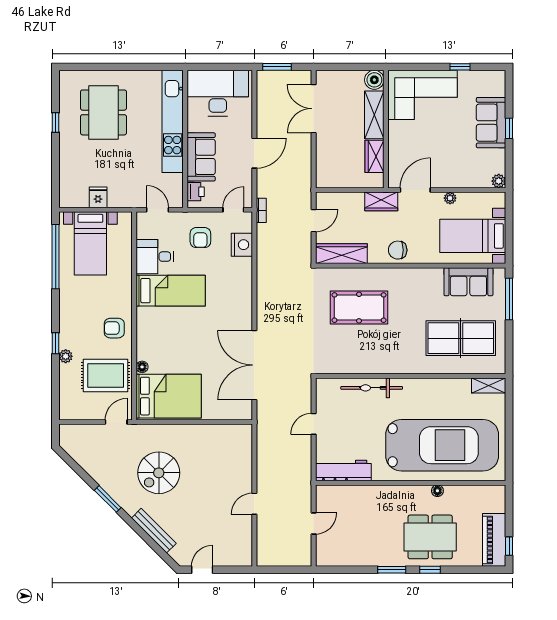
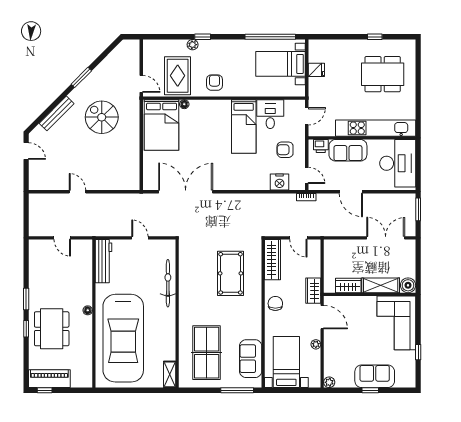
floor lamp: (437, 491) -> (88, 310), moved

